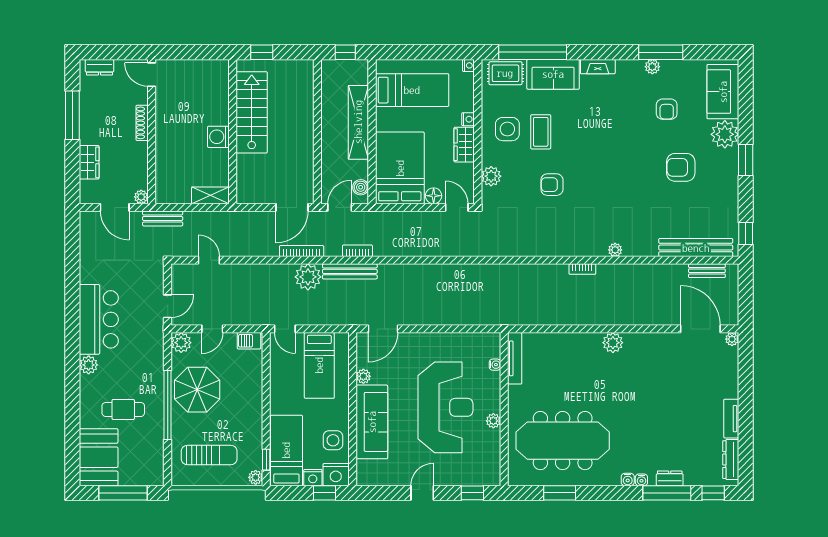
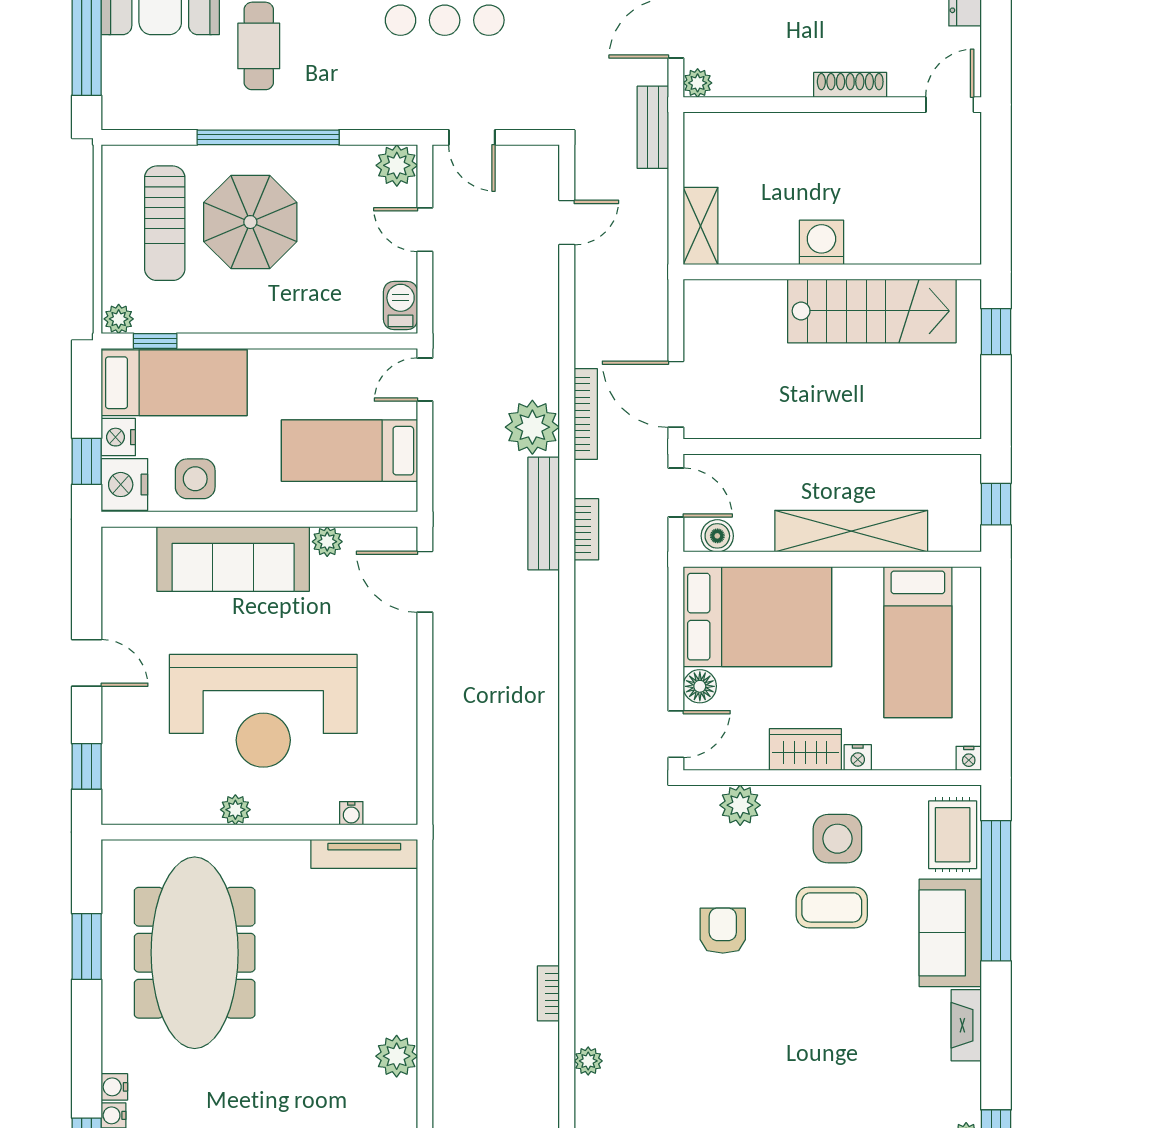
parasol: (197, 390) -> (250, 222), moved

